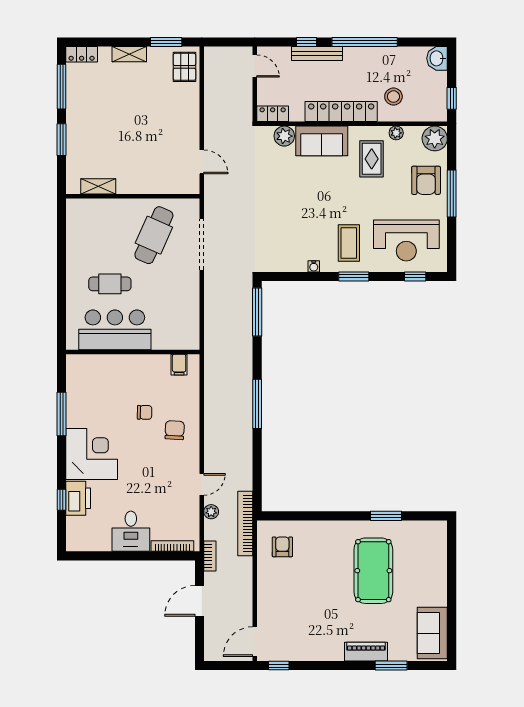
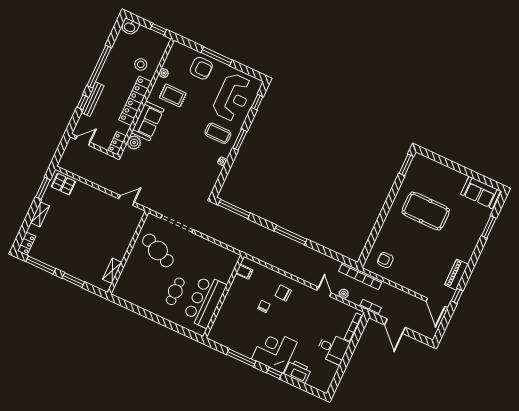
plant: (435, 138) -> (178, 51), removed
window: (62, 500) -> (274, 373), moved
window: (386, 516) -> (406, 165), moved
piano: (366, 652) -> (456, 275), moved

